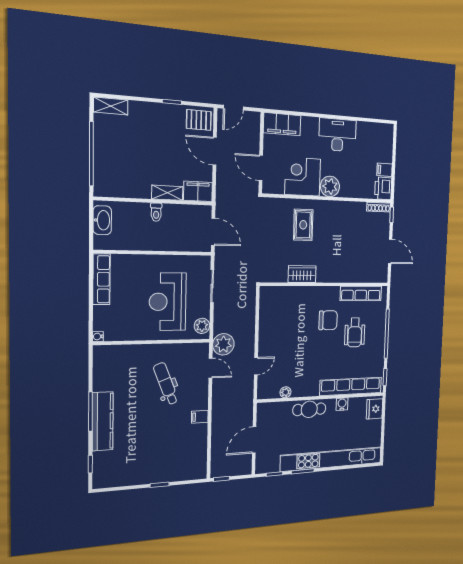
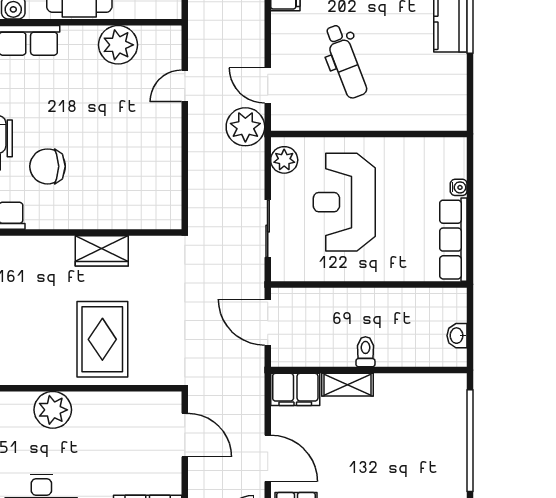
corner desk: (303, 177) -> (106, 424), removed
washbasin: (102, 220) -> (457, 336), width x0.52, depth x0.69
rug: (303, 225) -> (102, 339), width x1.36, depth x1.43
reception desk: (168, 302) -> (344, 202), turned 180
water cooler: (98, 336) -> (459, 187), moved
plant: (285, 392) -> (118, 45), width x1.87, depth x1.87

